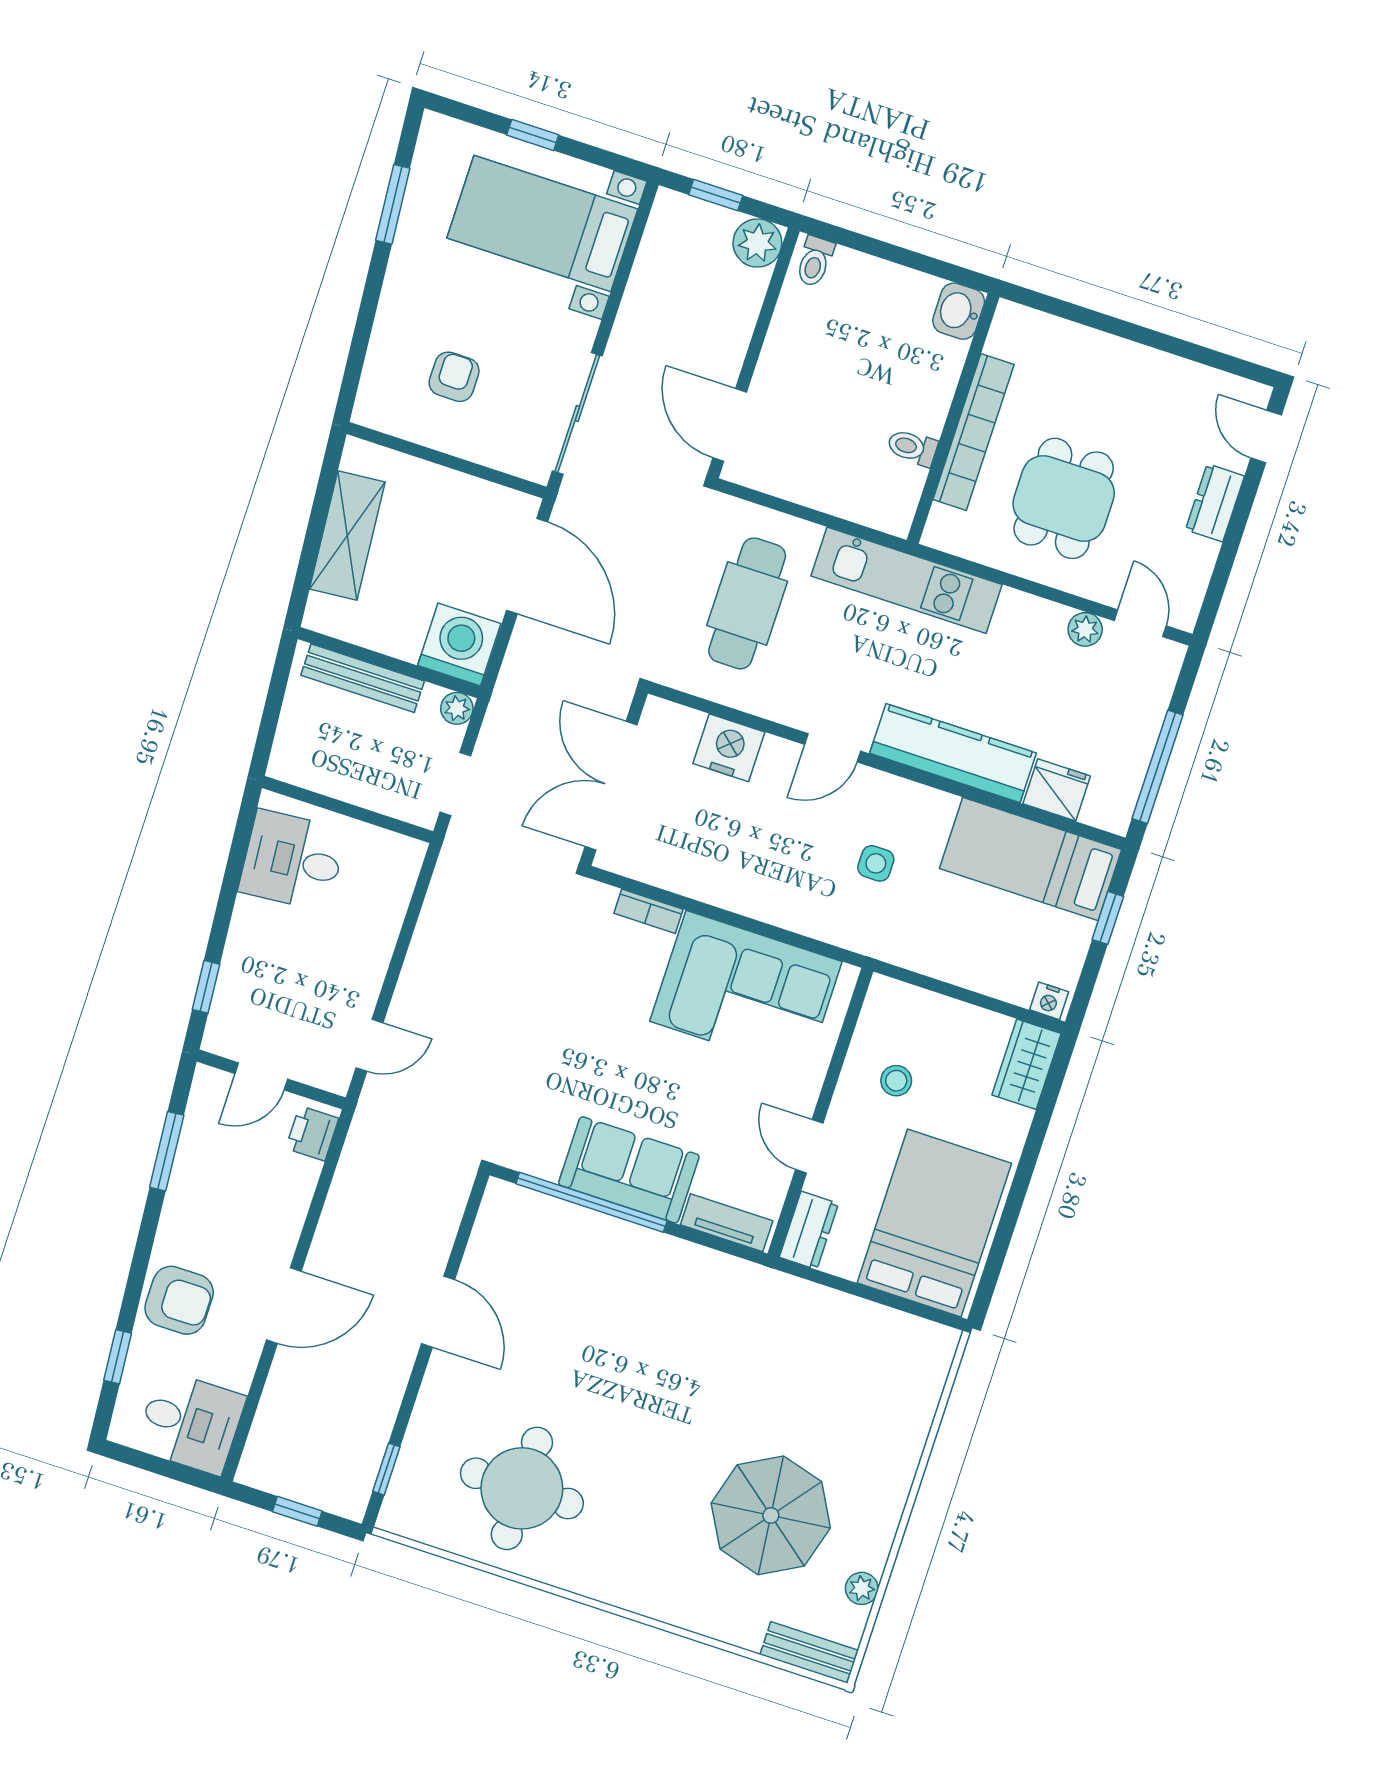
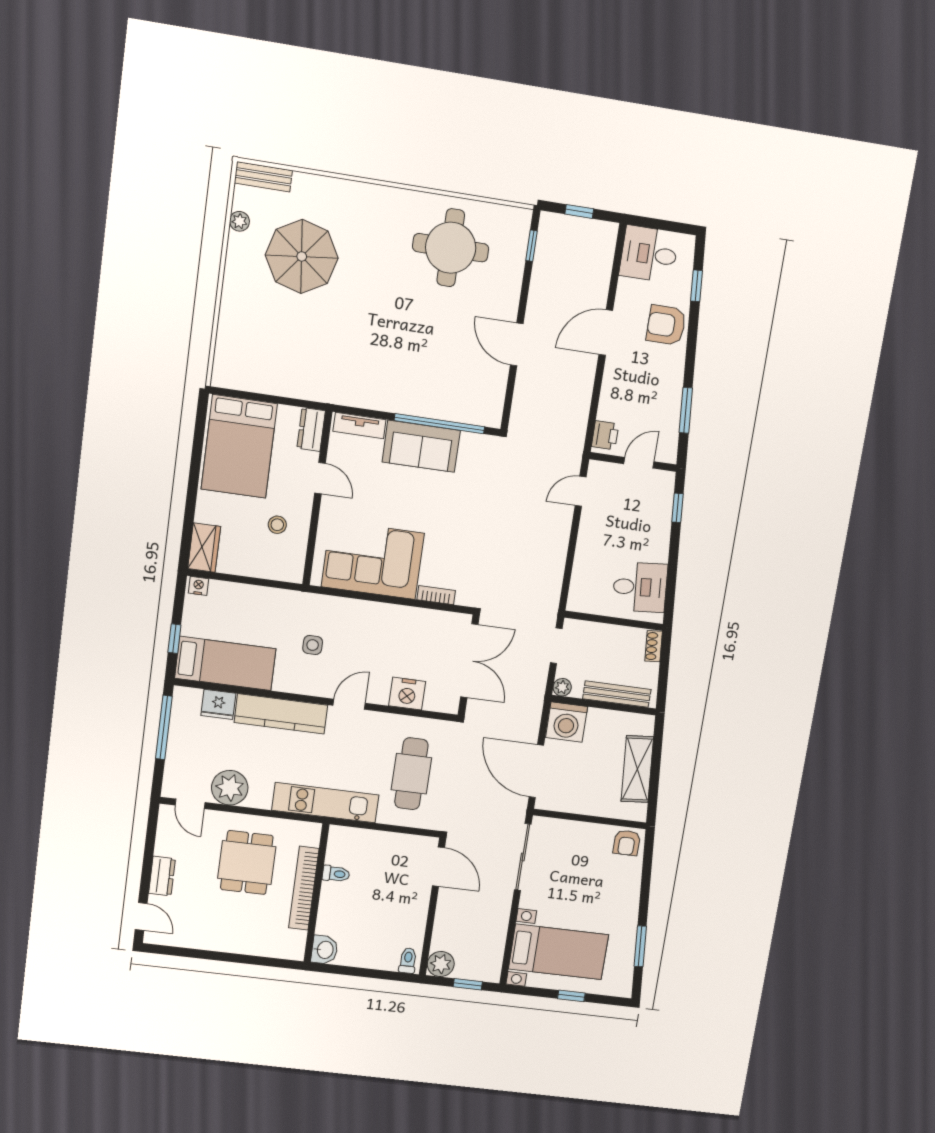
armchair: (454, 377) -> (627, 843), moved
plant: (1085, 629) -> (230, 788), width x1.88, depth x1.88
shoe rack: (284, 752) -> (654, 646), added

